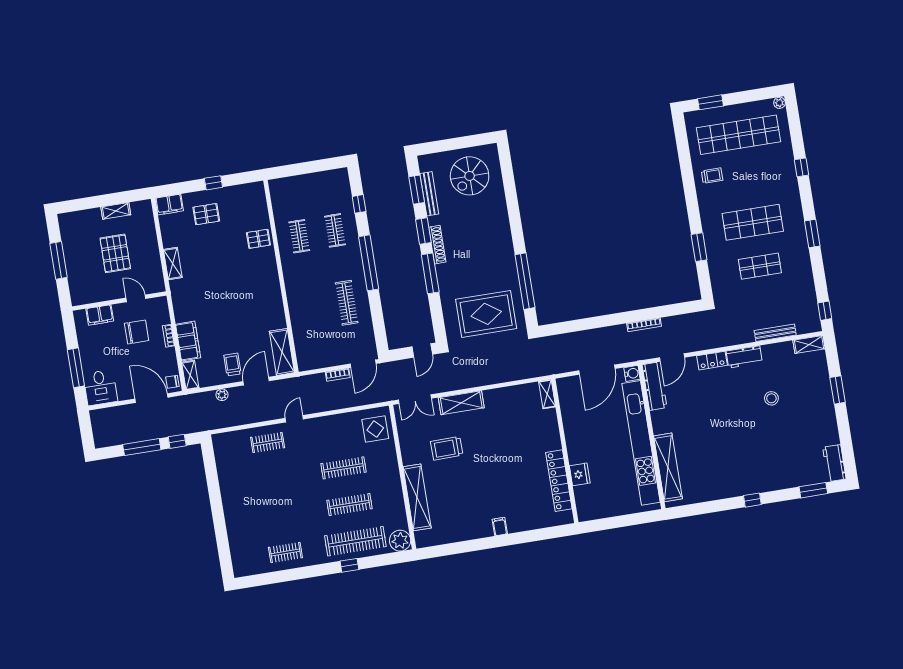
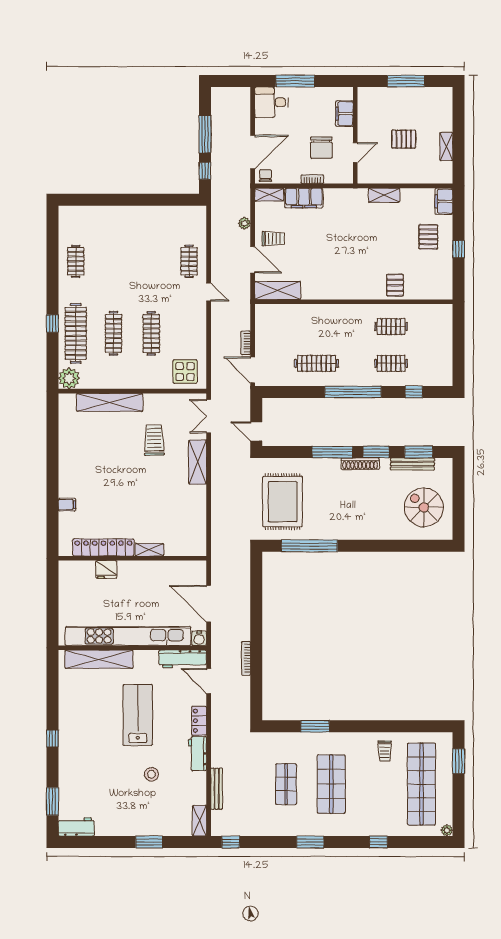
pallet: (115, 253) -> (404, 139), width x0.67, depth x0.71
shelving: (547, 394) -> (149, 550), moved
lab bench: (716, 421) -> (138, 715), added
filing cabinet: (500, 527) -> (67, 505), moved

